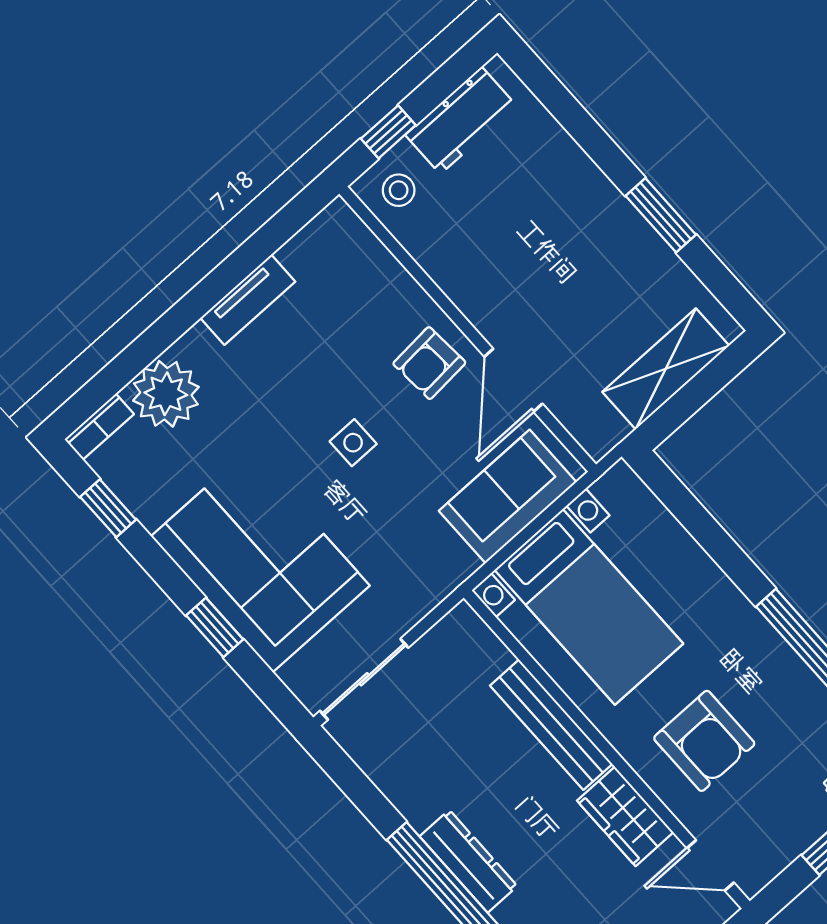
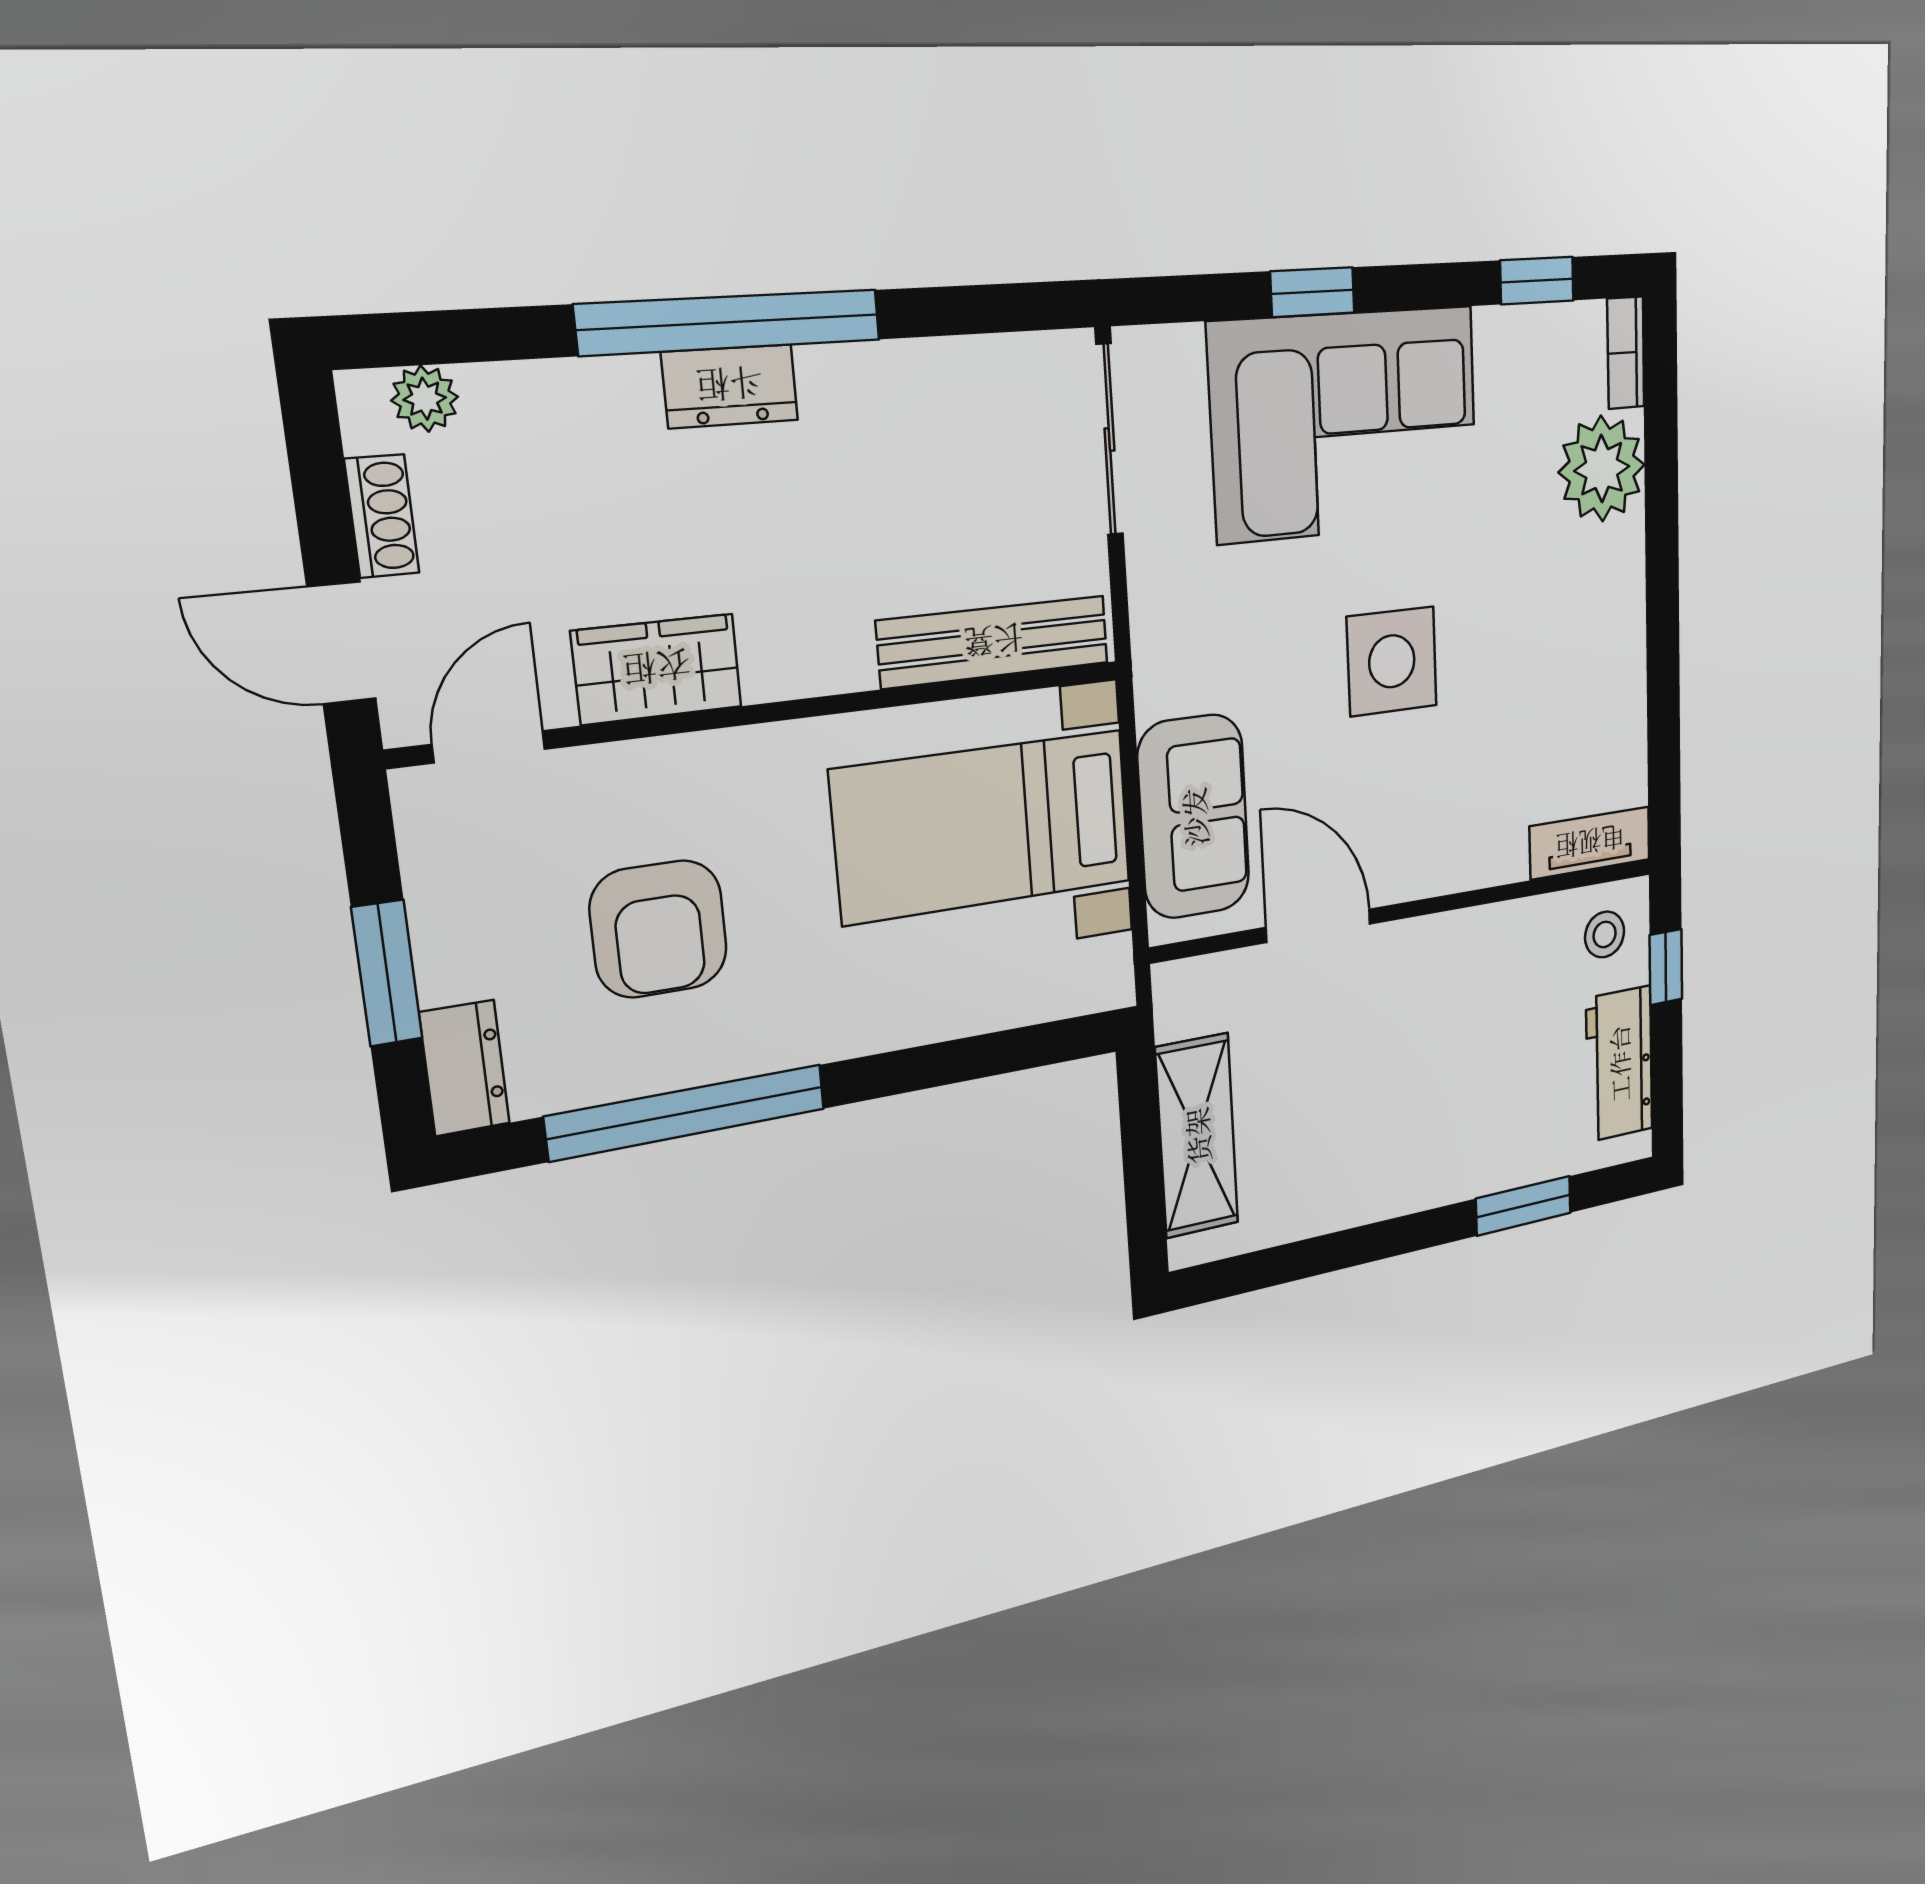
window: (661, 215) -> (1524, 1206), moved
tv unit: (248, 300) -> (1590, 843), moved, turned 90
armchair: (429, 363) -> (1409, 831), removed
side table: (353, 443) -> (1392, 661), width x1.87, depth x1.87
bench: (551, 725) -> (994, 642), moved
armchair: (704, 741) -> (659, 929), moved, turned -90
dresser: (468, 861) -> (730, 386), width x0.70

